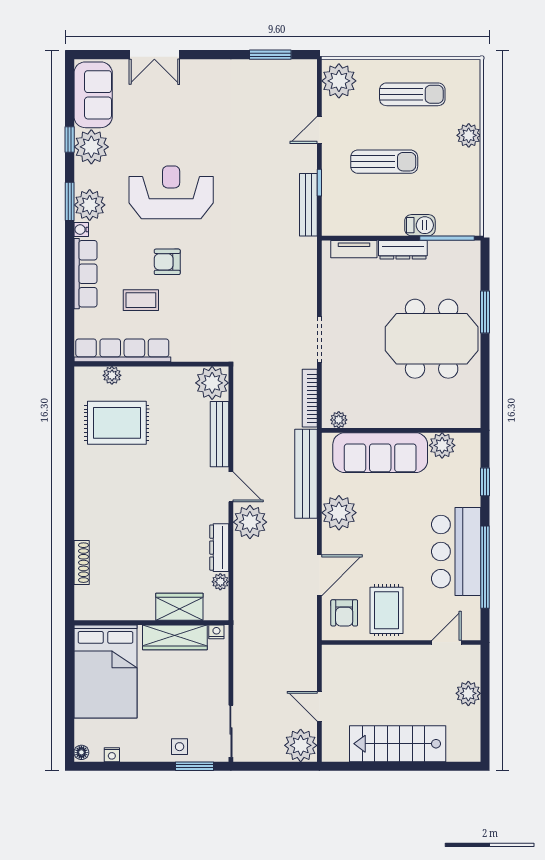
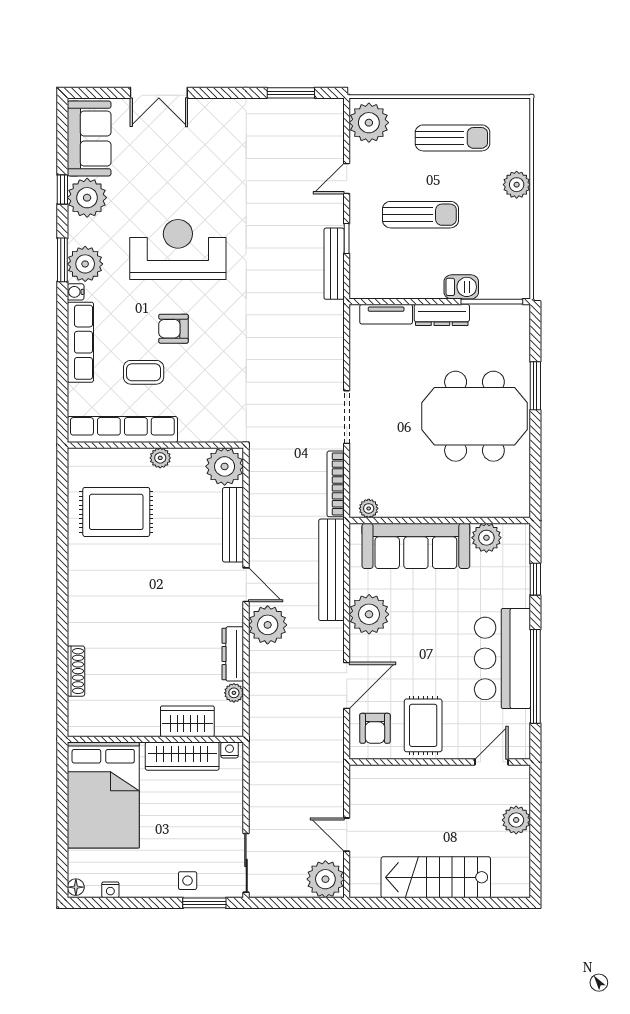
plant: (112, 375) -> (160, 458), moved

